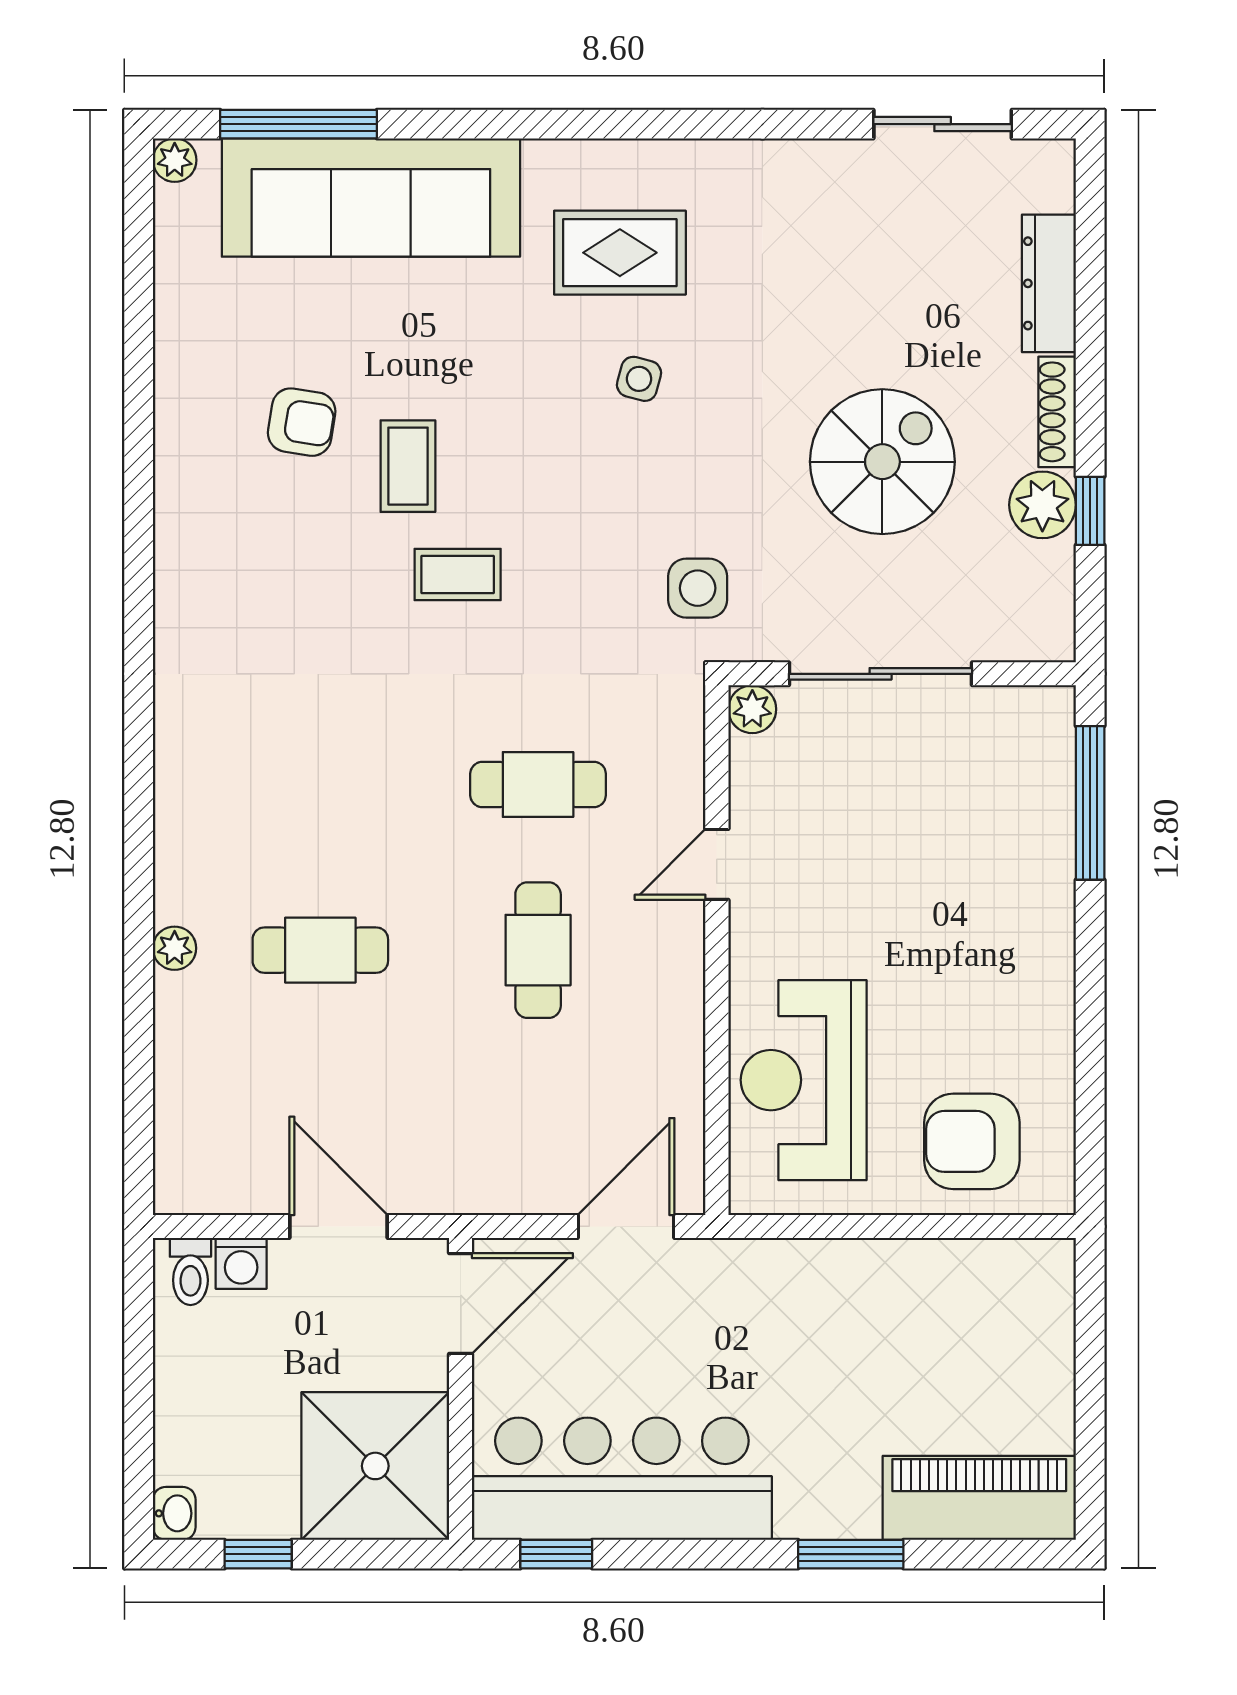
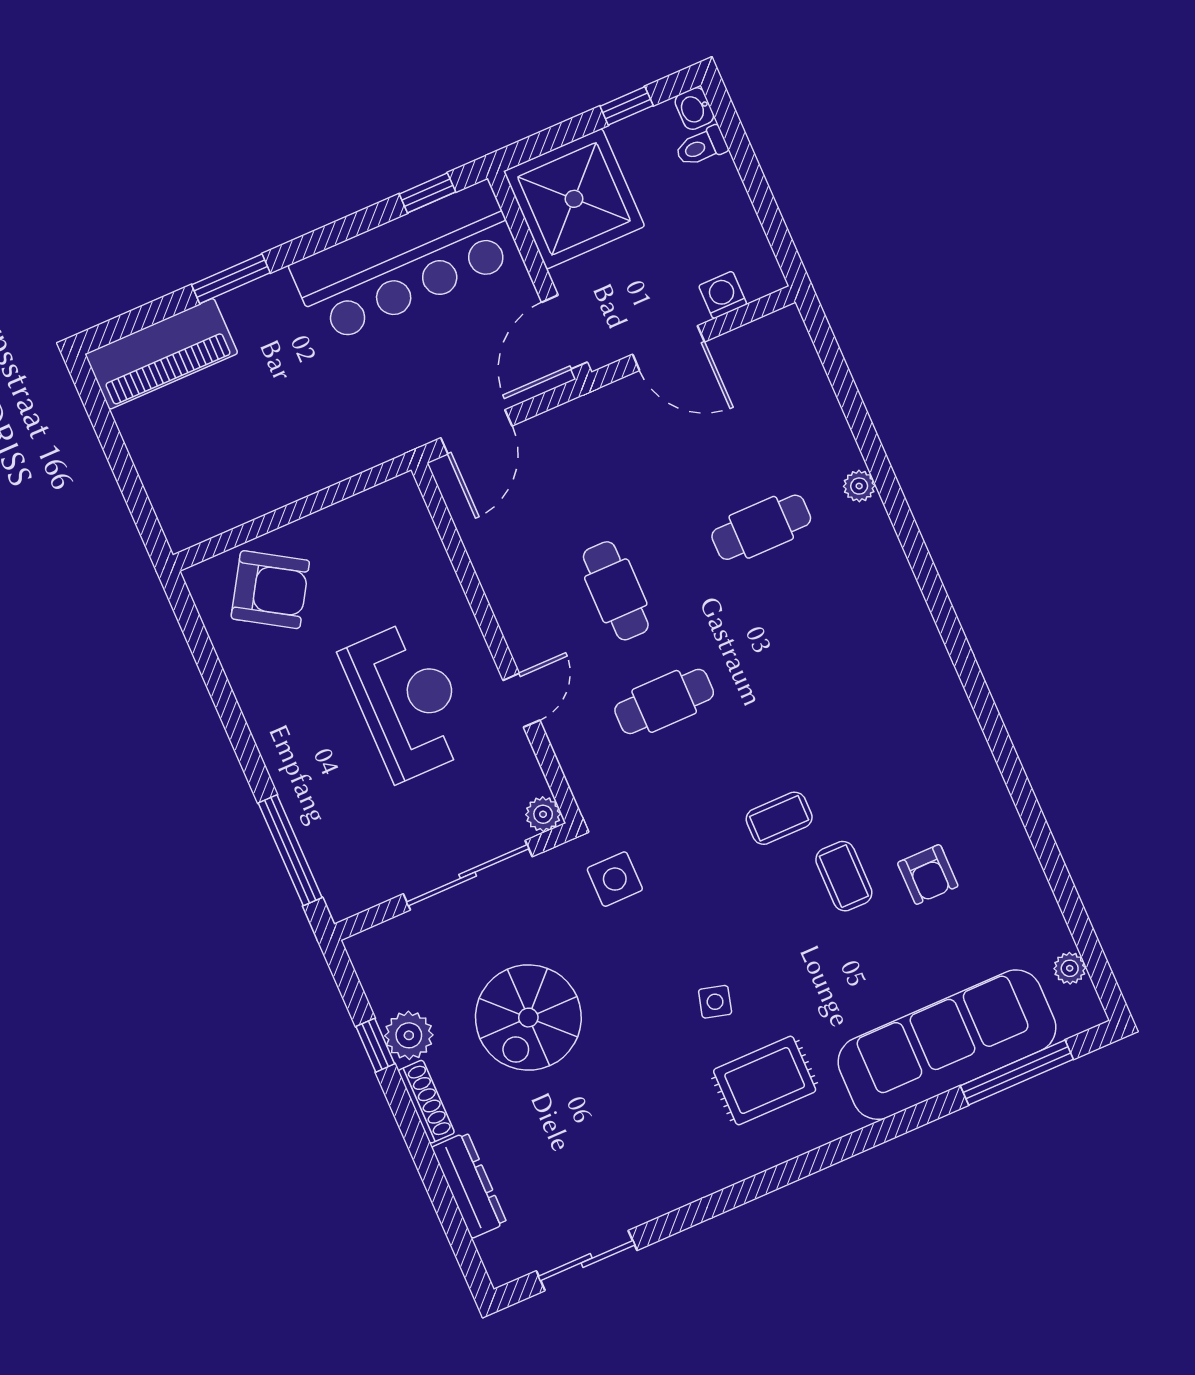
plant: (175, 160) -> (1070, 968), moved
armchair: (302, 422) -> (928, 874), turned -99
reception desk: (804, 1080) -> (408, 700), moved
armchair: (972, 1141) -> (270, 590), turned 32
toilet: (190, 1271) -> (701, 147), moved, turned -90

